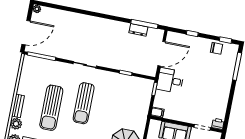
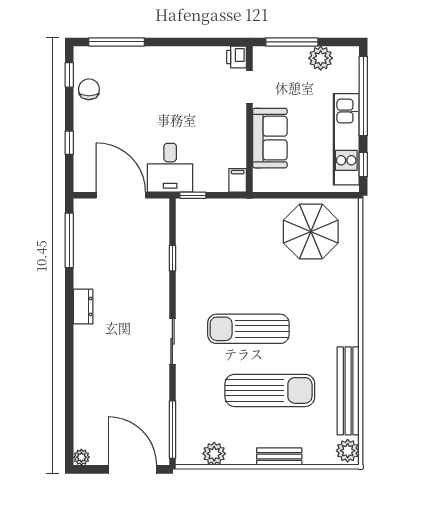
dresser: (138, 30) -> (83, 306), moved
sun lounger: (84, 103) -> (248, 329), turned 180
plant: (16, 124) -> (214, 454), moved

